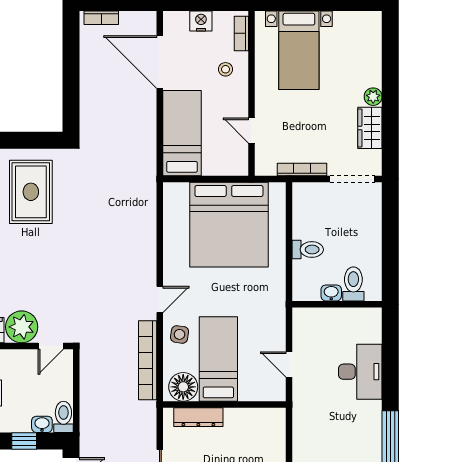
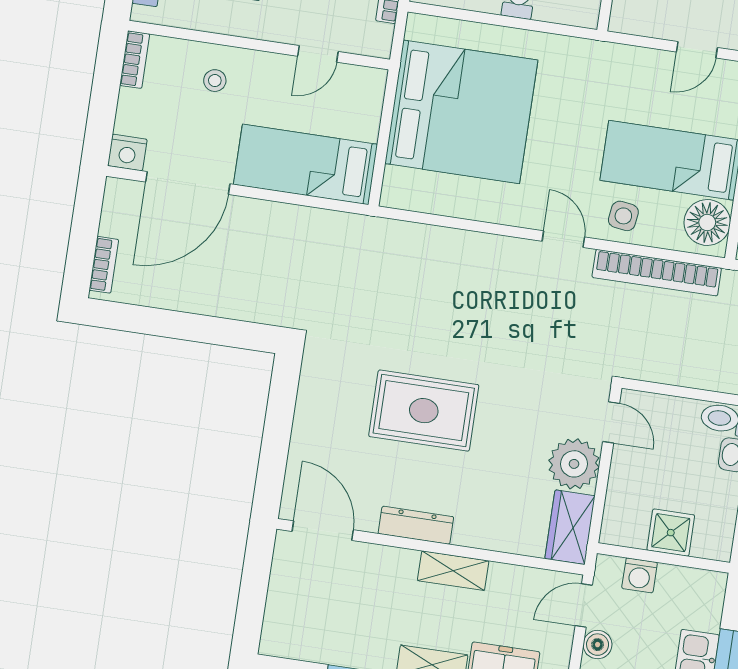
nightstand: (201, 21) -> (127, 153), moved, turned -90
bookcase: (241, 33) -> (135, 60), moved, turned -90
rug: (31, 192) -> (424, 411), moved

